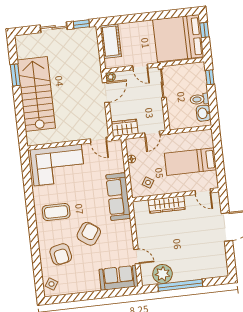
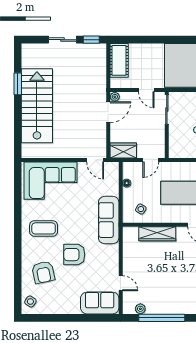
armchair: (89, 234) -> (74, 255), turned -125
plant: (162, 274) -> (140, 309), width x0.53, depth x0.53

